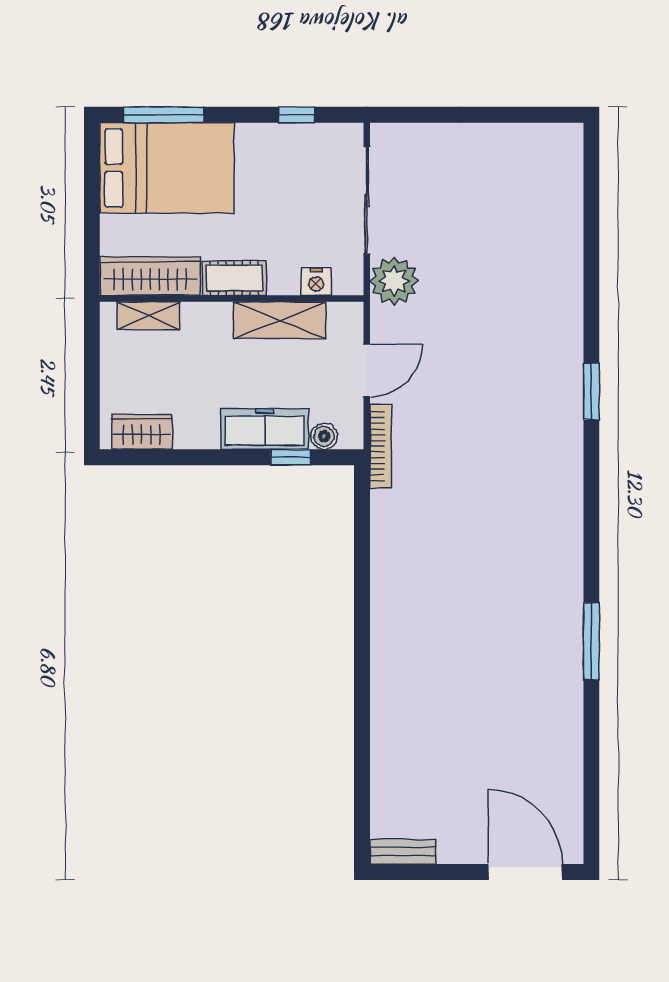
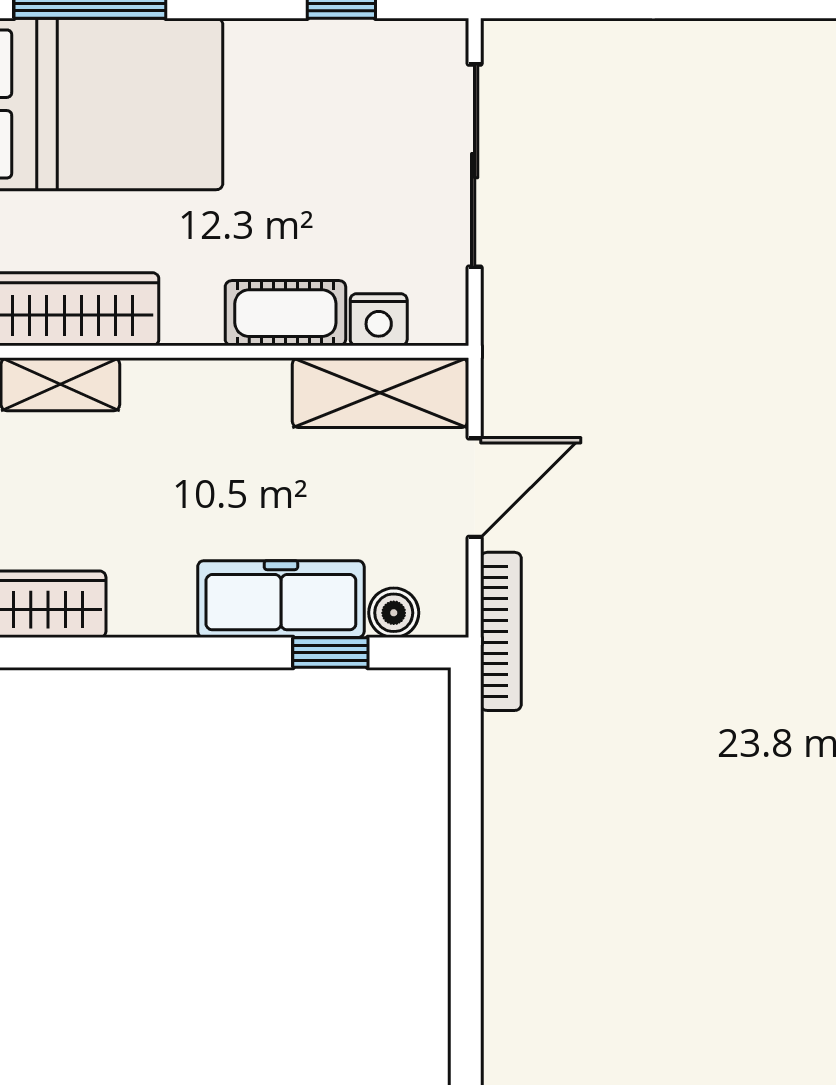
cot: (234, 278) -> (285, 313), moved
plant: (394, 281) -> (526, 318), removed
shelving: (280, 320) -> (380, 393), moved

